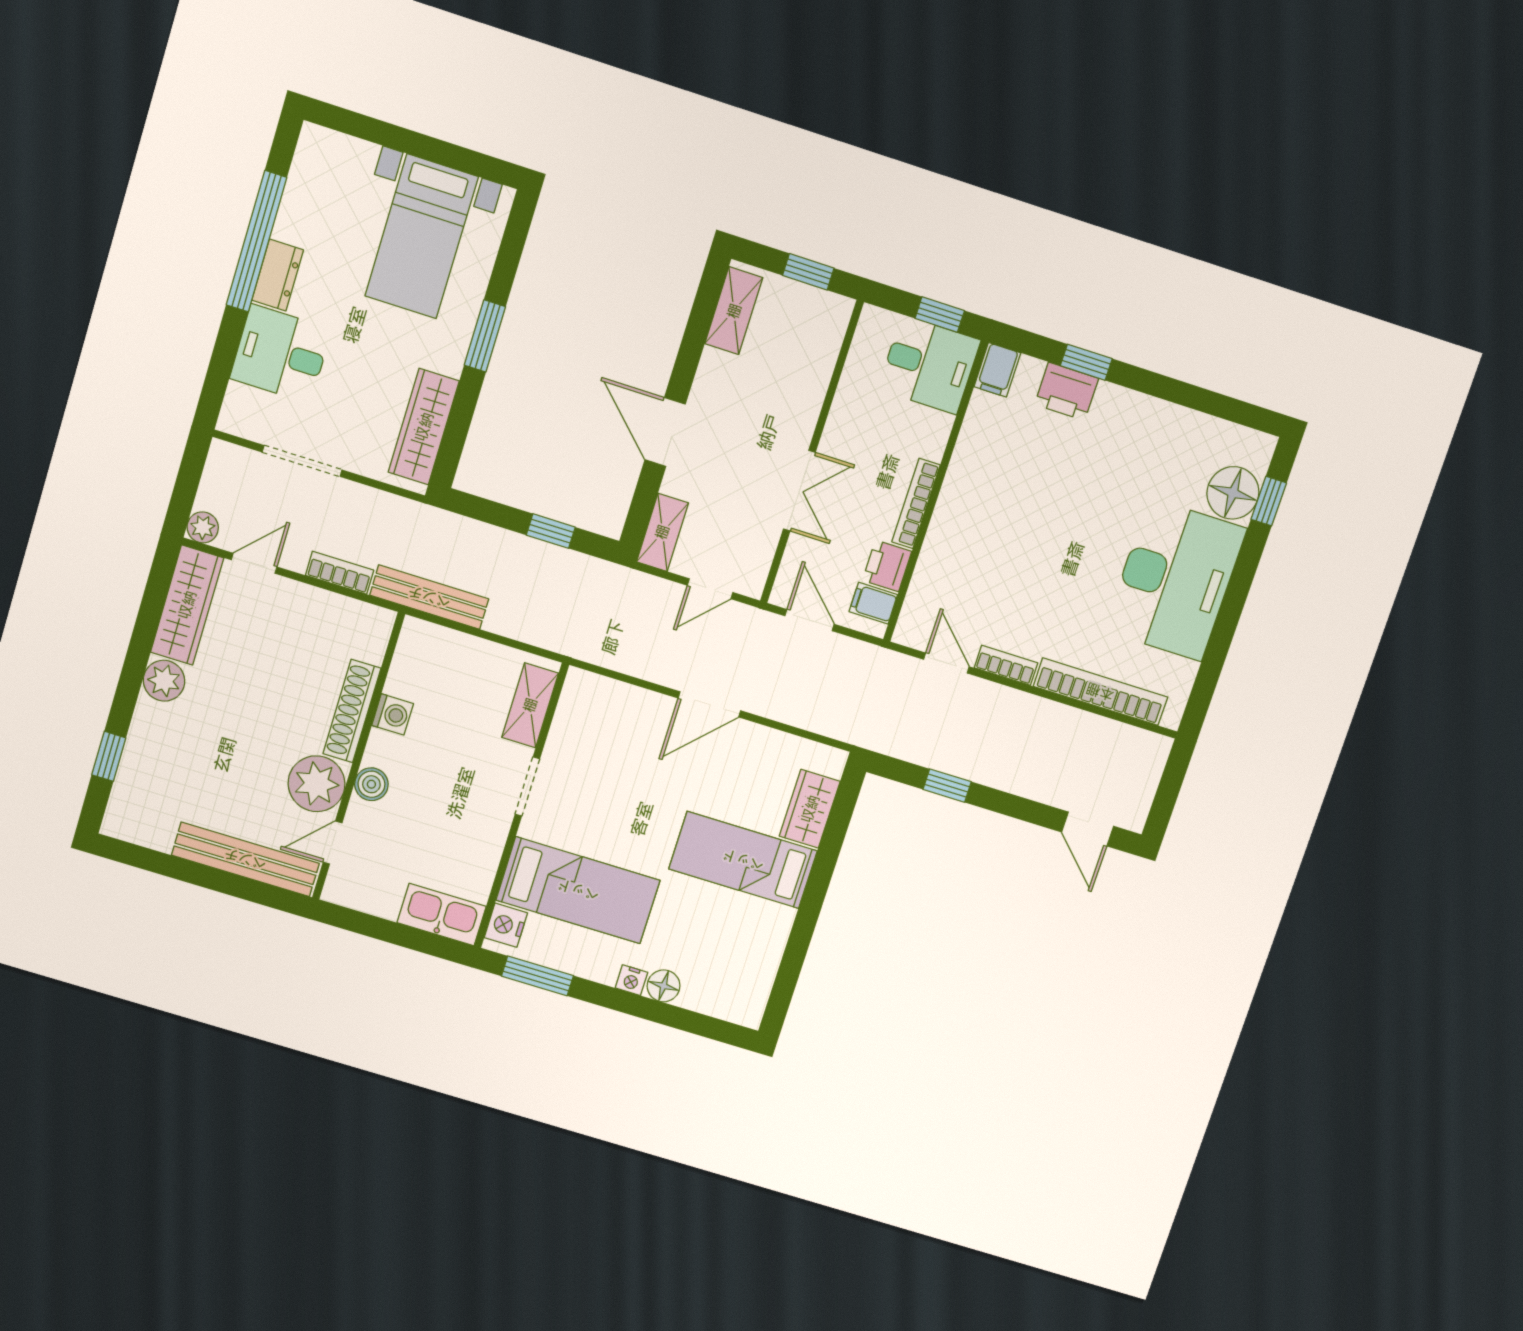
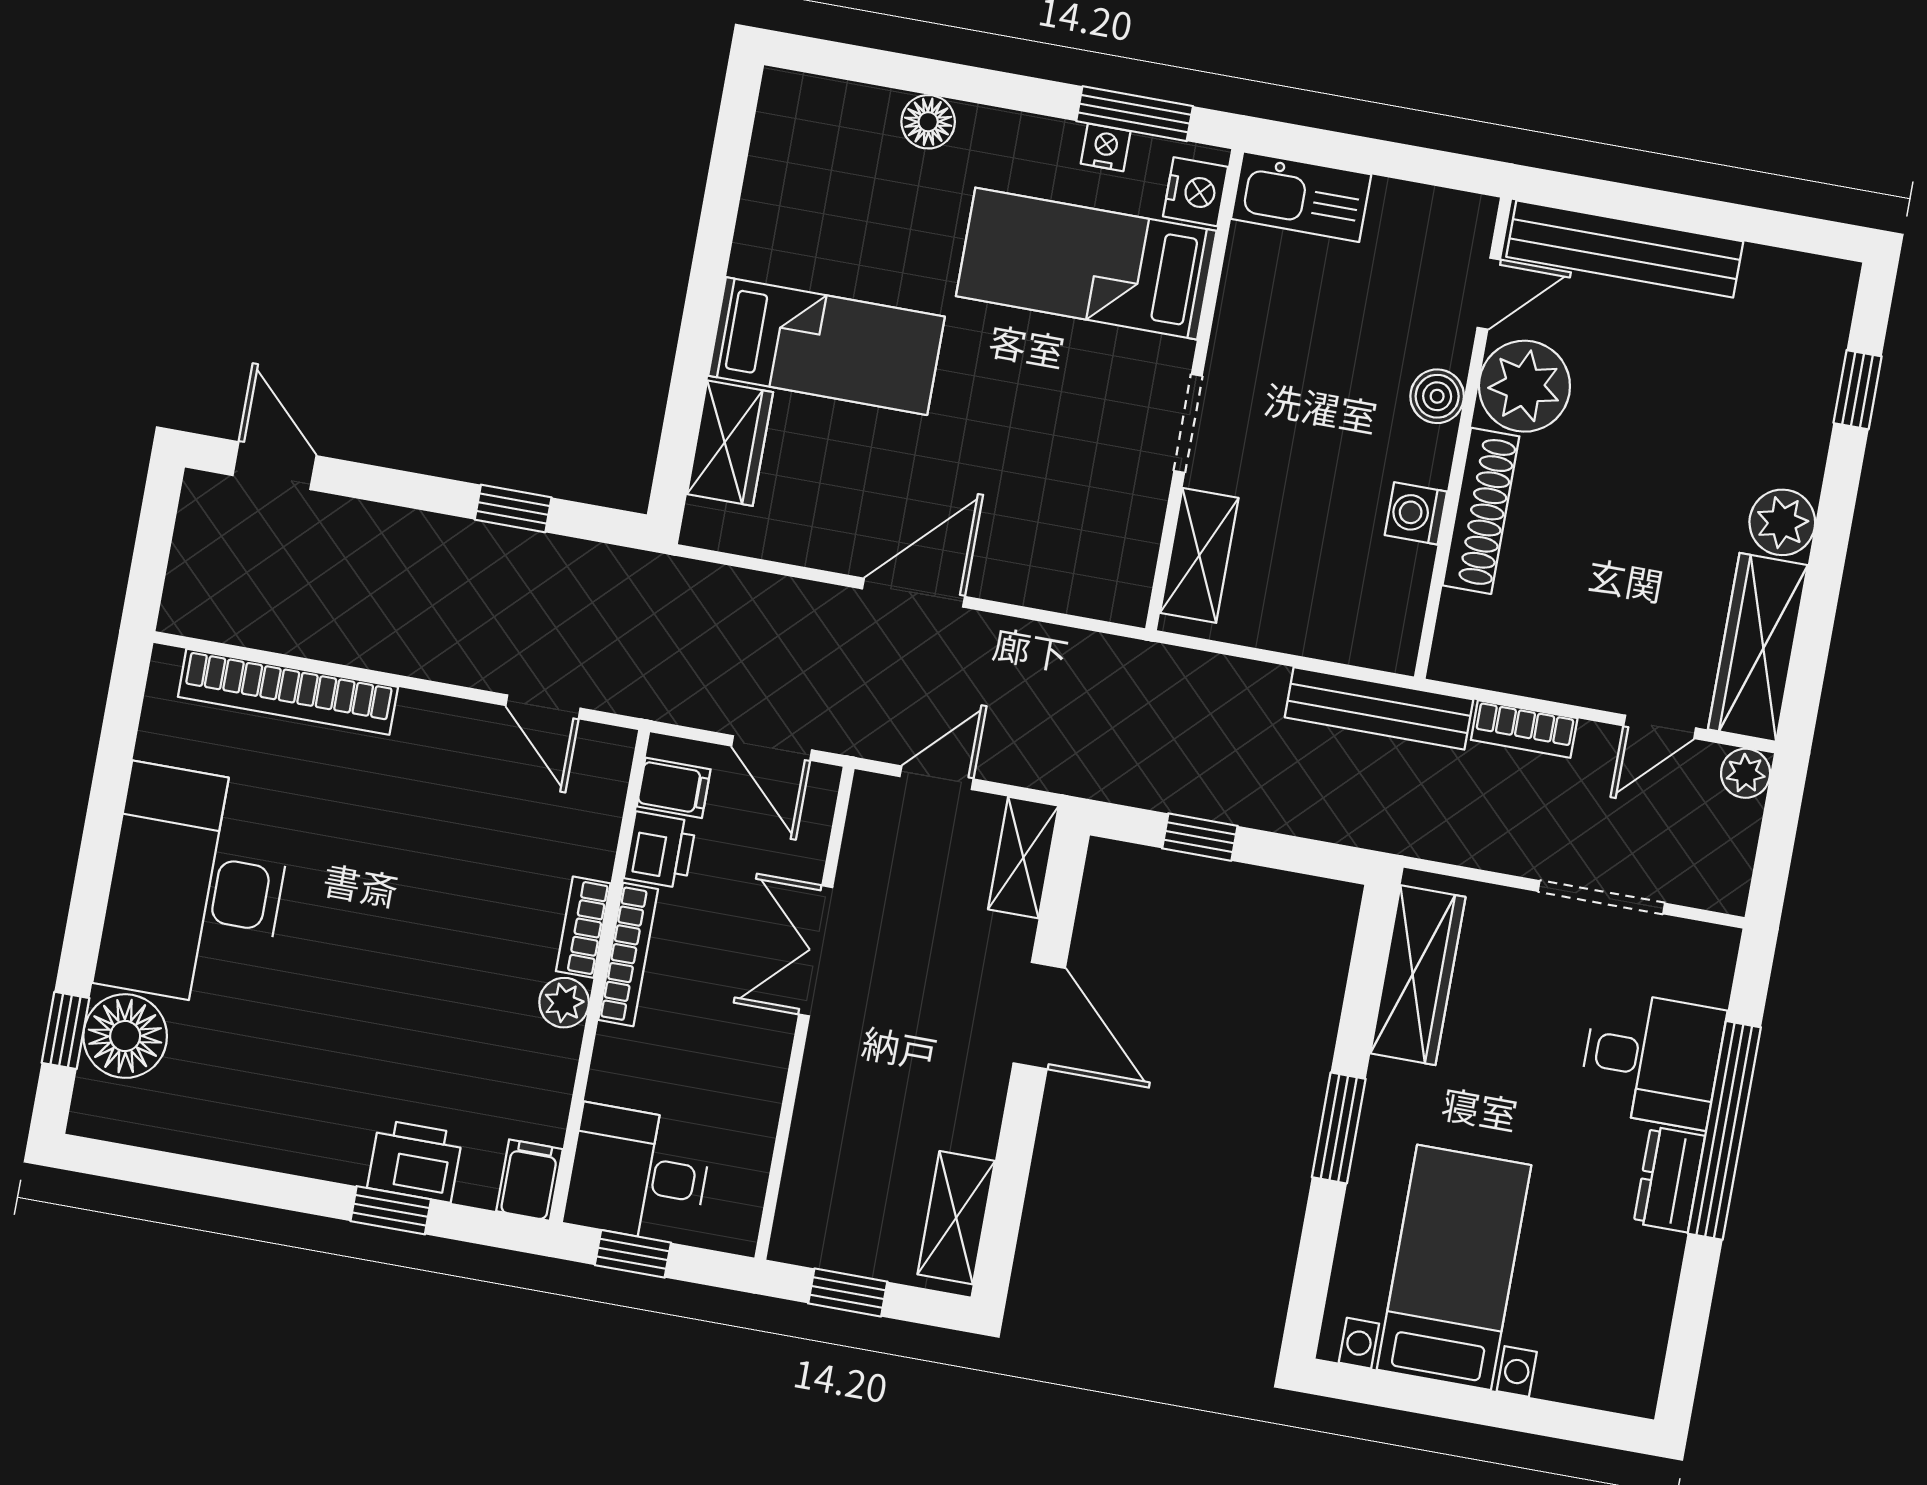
window: (257, 241) -> (1724, 1130), moved
plant: (960, 479) -> (564, 1003), added
bookcase: (1006, 665) -> (583, 927), moved, turned 90
nightstand: (631, 980) -> (1106, 147), moved

